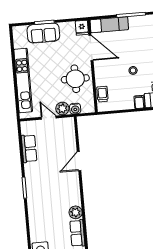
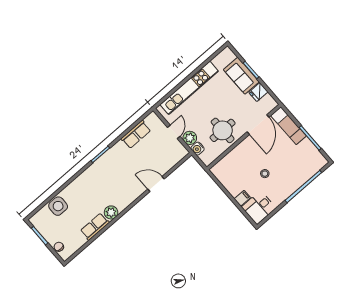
fridge: (82, 28) -> (258, 92), moved
trolley: (102, 94) -> (226, 163), removed

